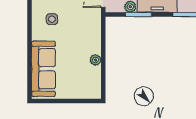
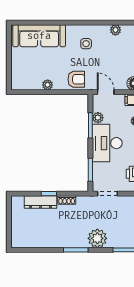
armchair: (90, 29) -> (76, 79), added

